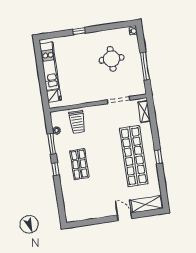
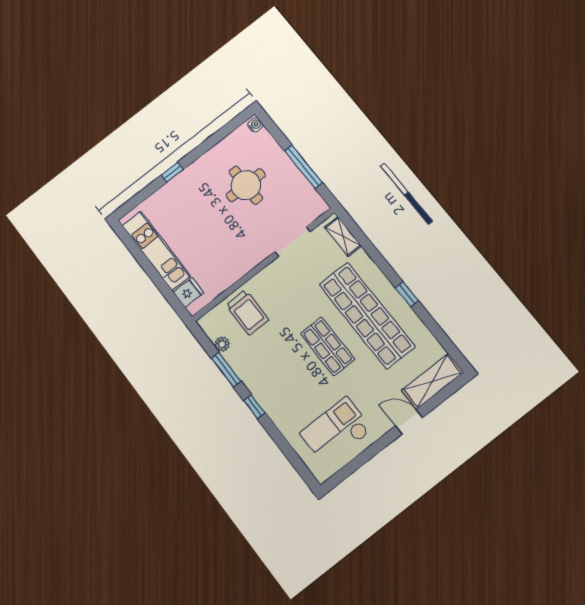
shop shelf: (79, 164) -> (327, 346), moved
checkout: (88, 202) -> (336, 431), added

